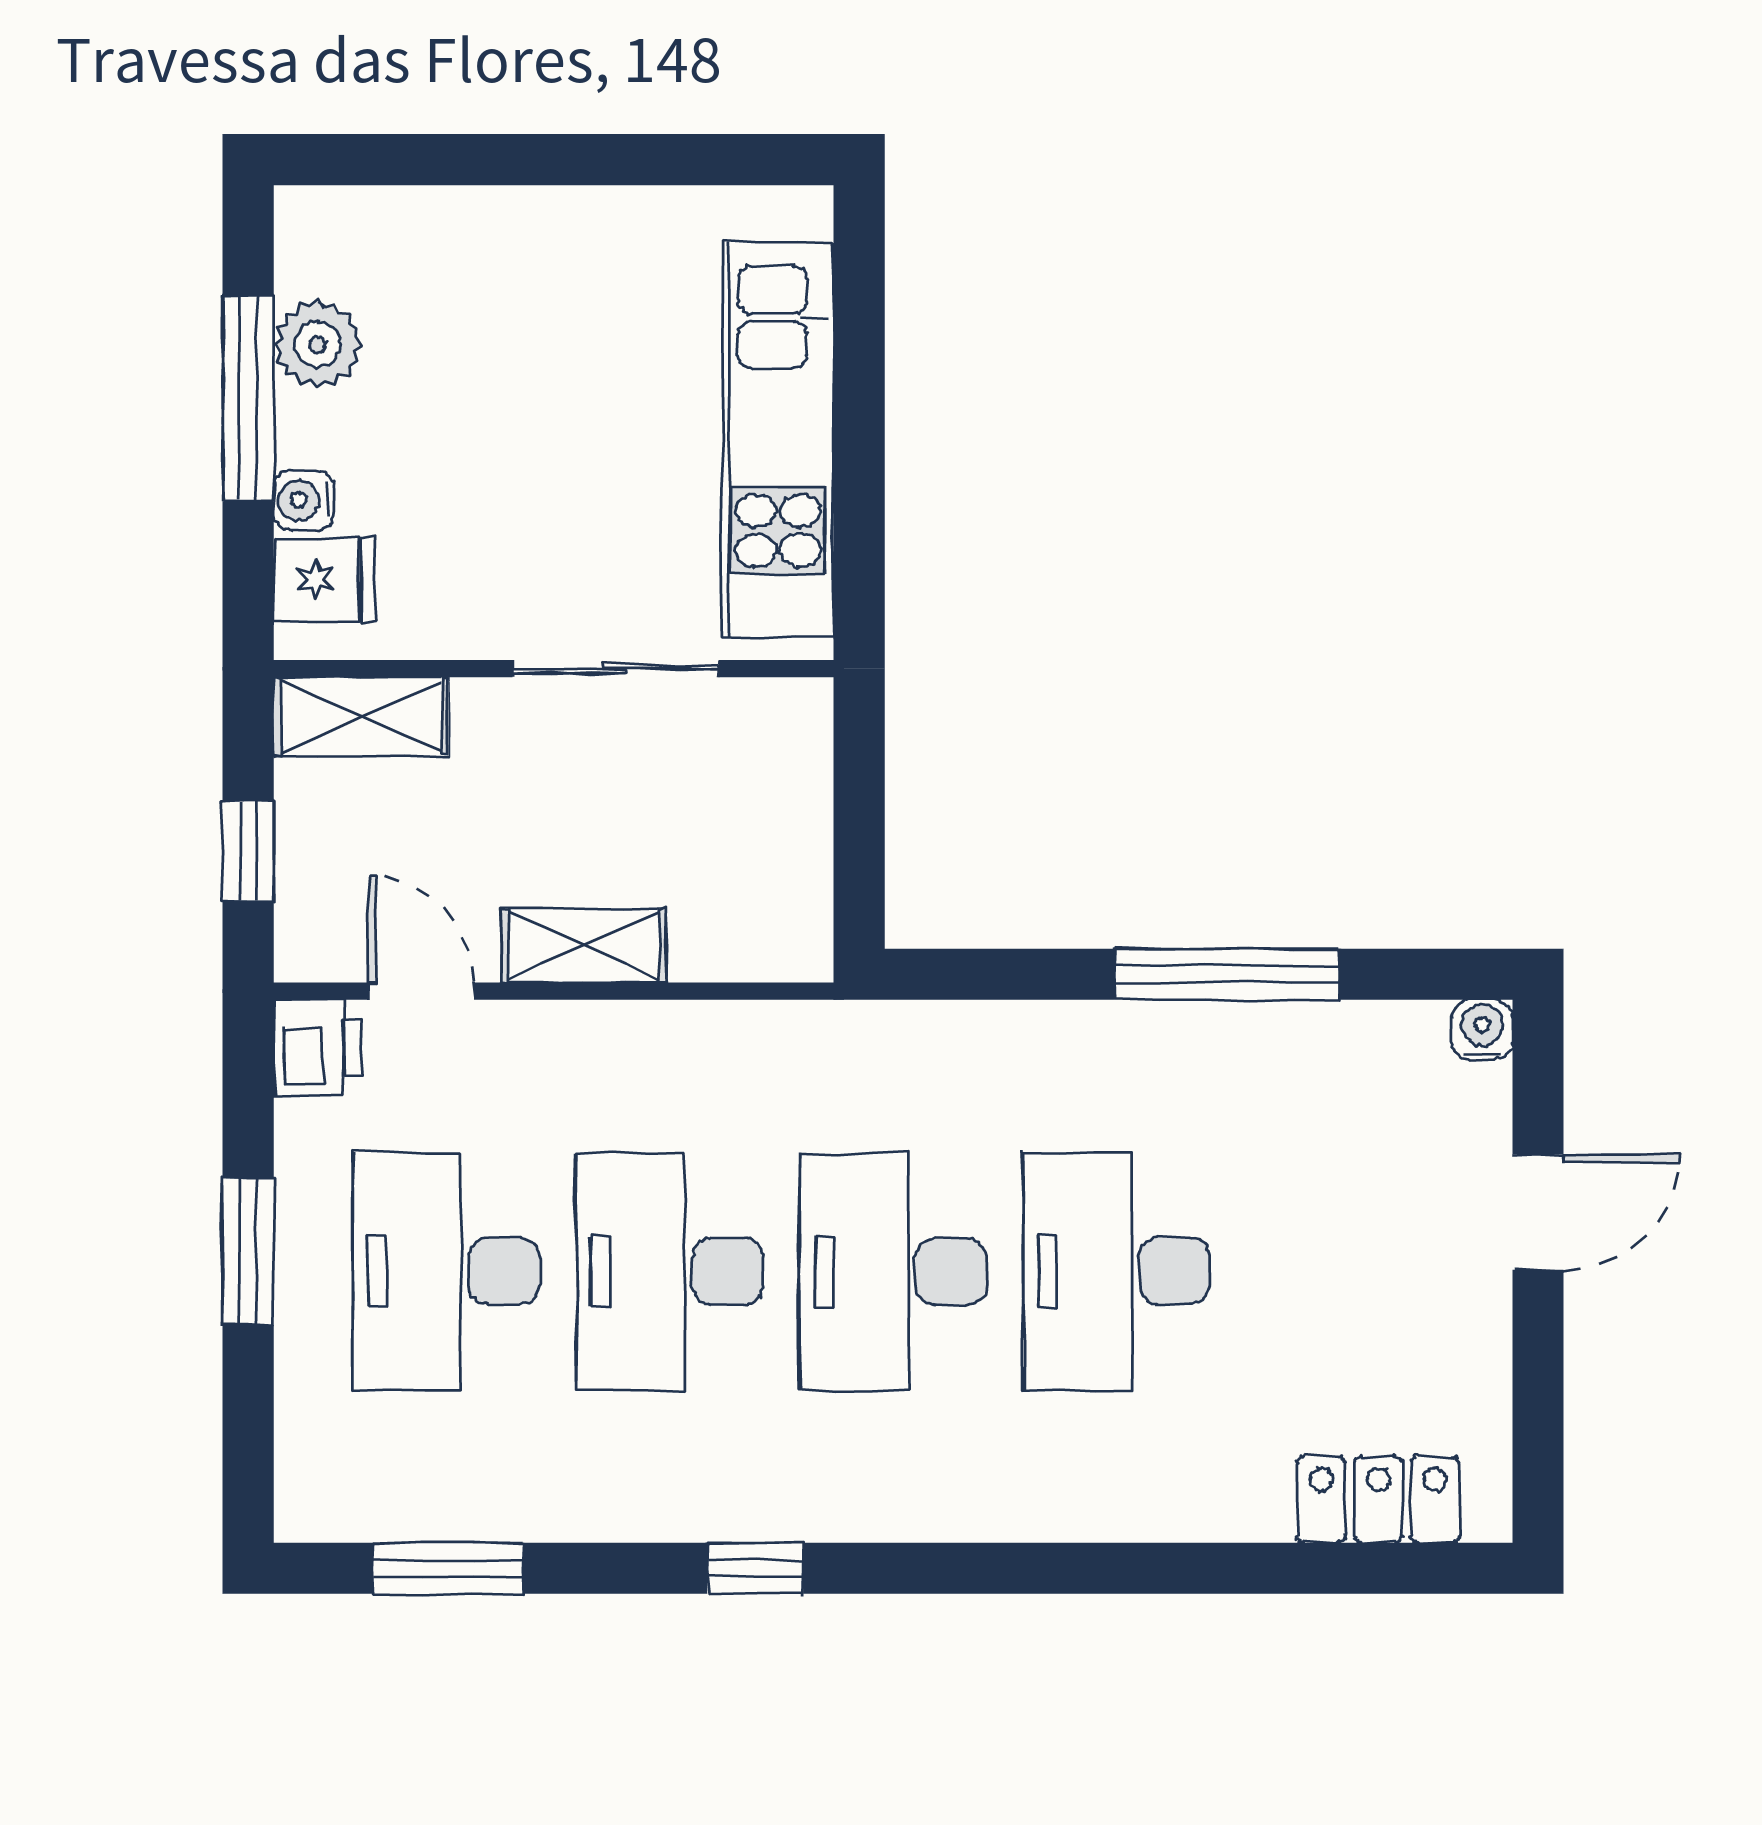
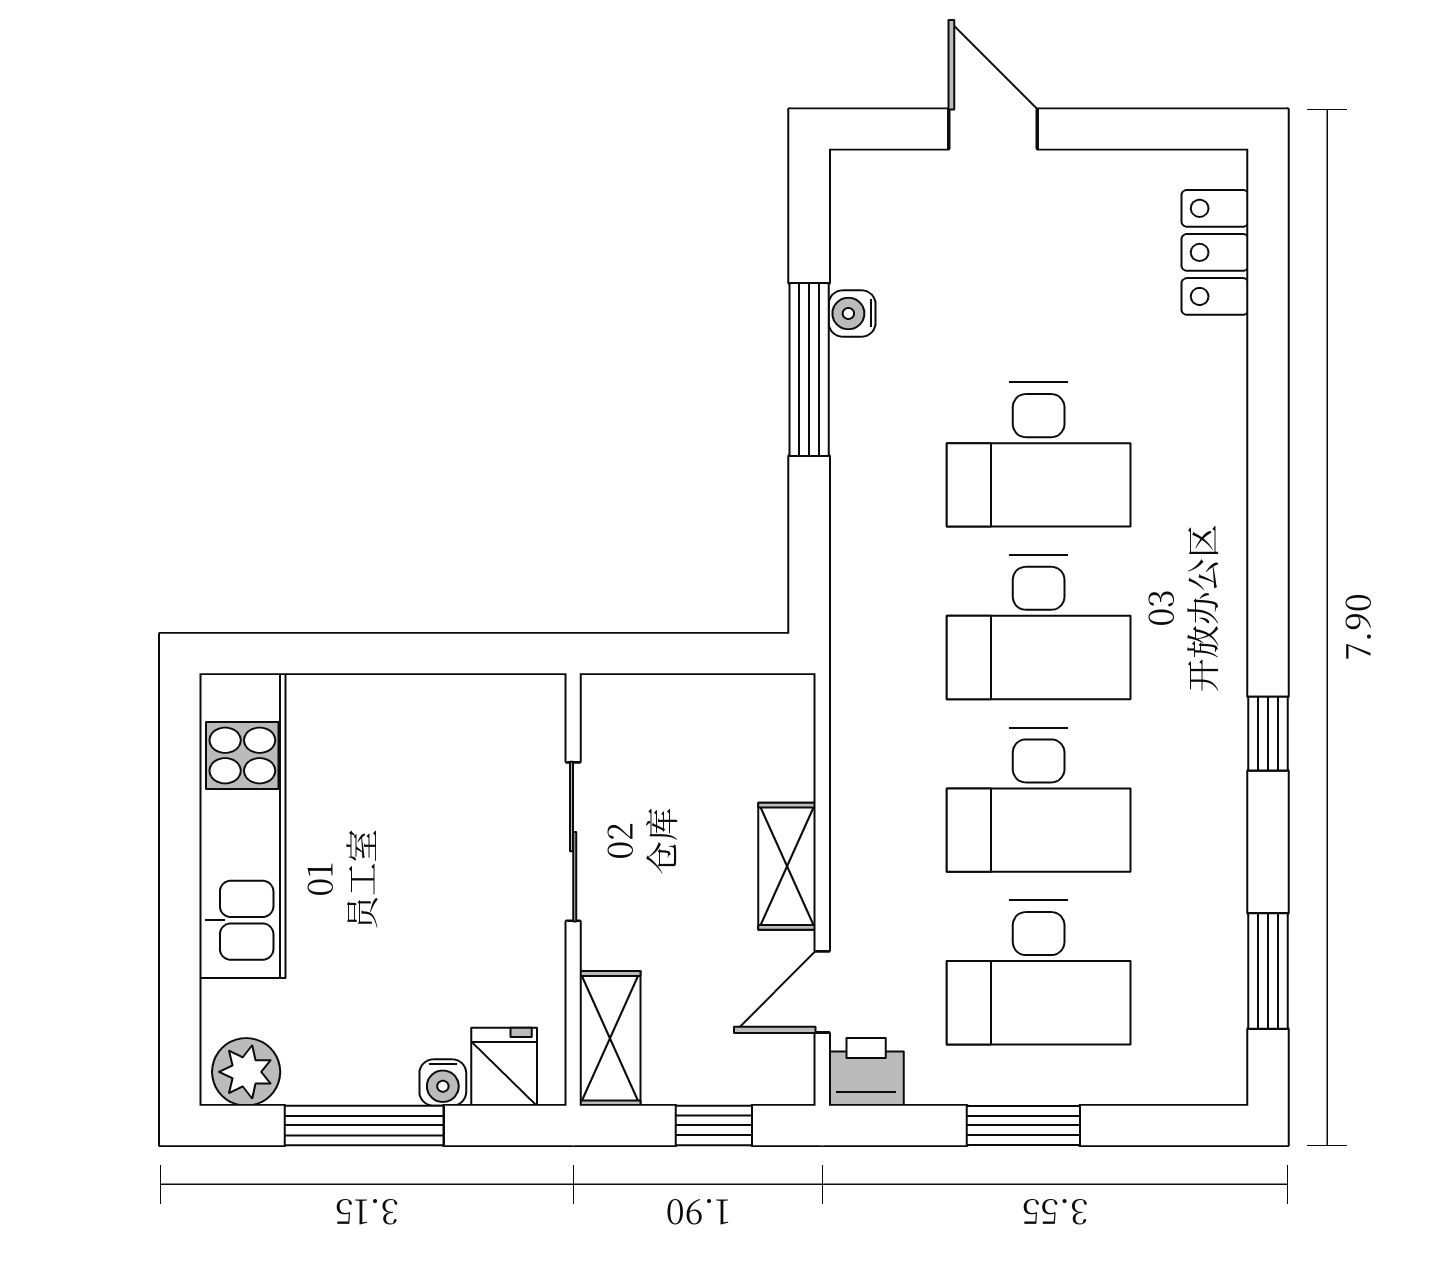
plant: (317, 344) -> (246, 1072), moved
kitchen unit: (778, 440) -> (242, 826), moved, turned -90
water cooler: (1482, 1030) -> (852, 313), moved

